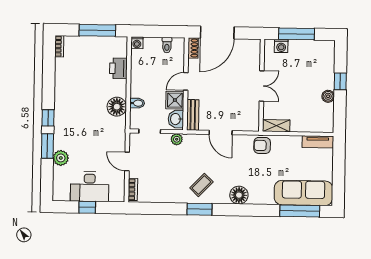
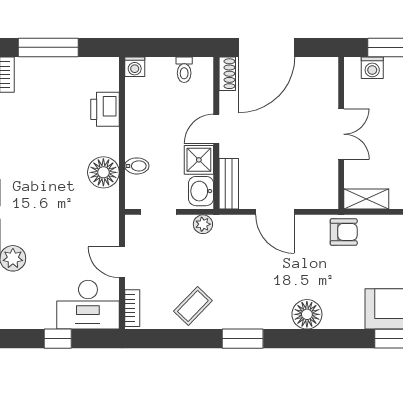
window: (97, 30) -> (48, 47), moved
armchair: (262, 145) -> (344, 232), turned 180
coffee table: (201, 185) -> (193, 306), moved
desk: (90, 187) -> (88, 305), moved

